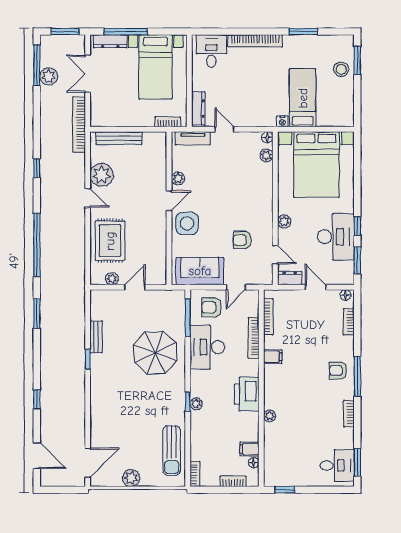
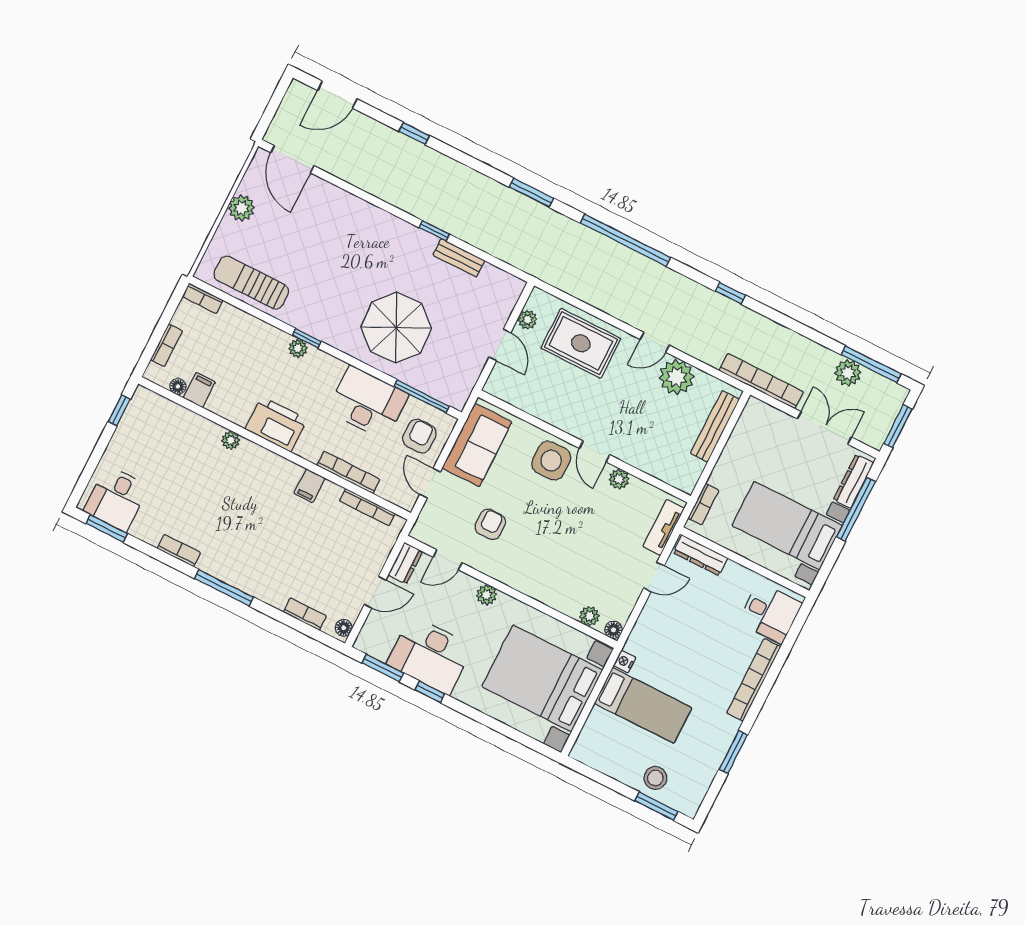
armchair: (338, 371) -> (245, 566), removed

